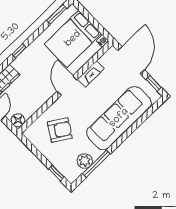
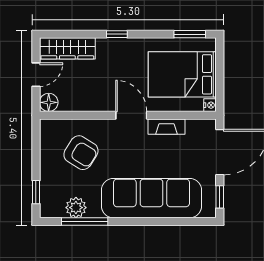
door: (67, 86) -> (131, 115), hinge flipped

